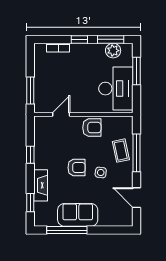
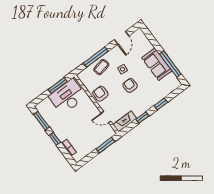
plant: (113, 51) -> (47, 115), removed
window: (137, 71) -> (58, 85), moved
fireplace: (41, 185) -> (125, 121), moved
window: (30, 203) -> (161, 104), moved

